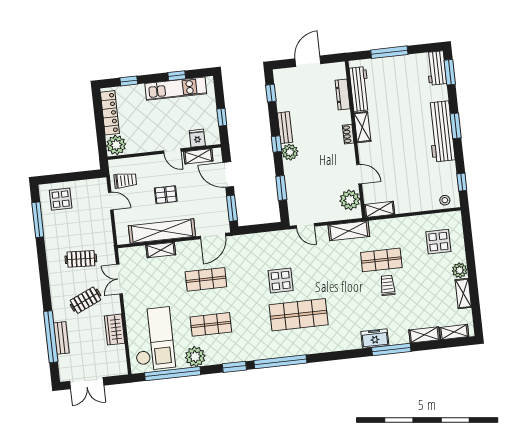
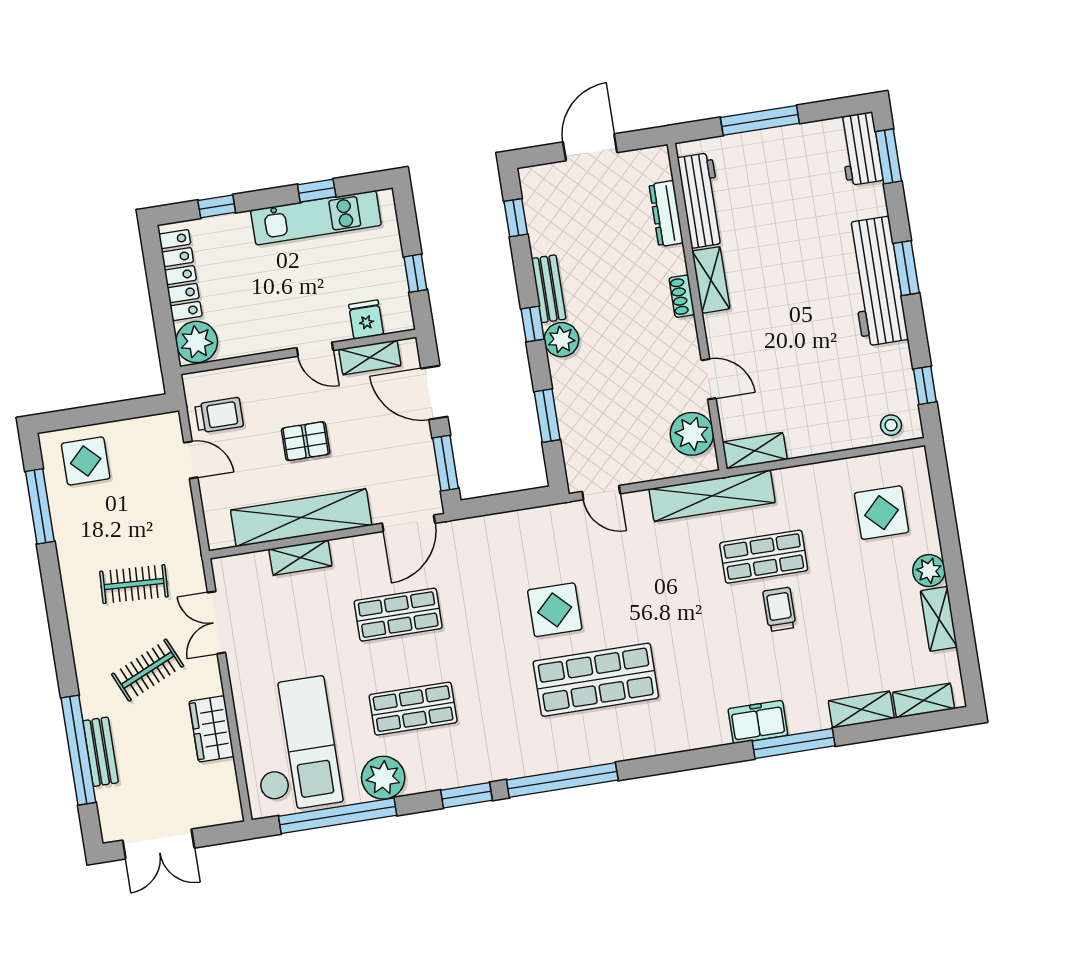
shelving: (349, 231) -> (712, 496), width x1.47

